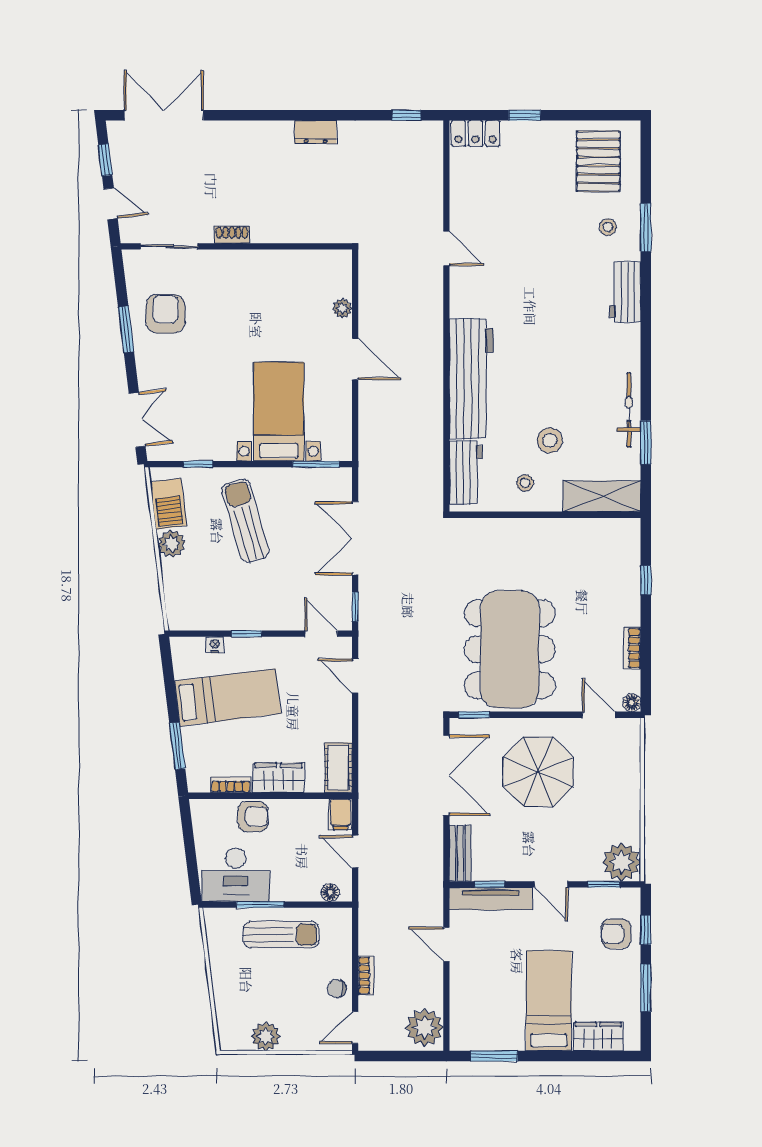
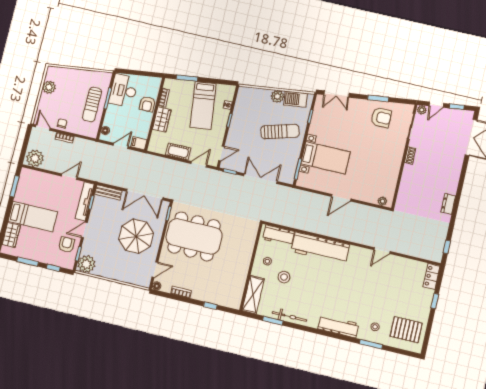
plant: (129, 232) -> (422, 110), added
workbench: (625, 292) -> (338, 326), width x1.37
plant: (342, 308) -> (382, 201), moved
cot: (338, 768) -> (178, 152), moved
armchair: (616, 934) -> (66, 245), moved

